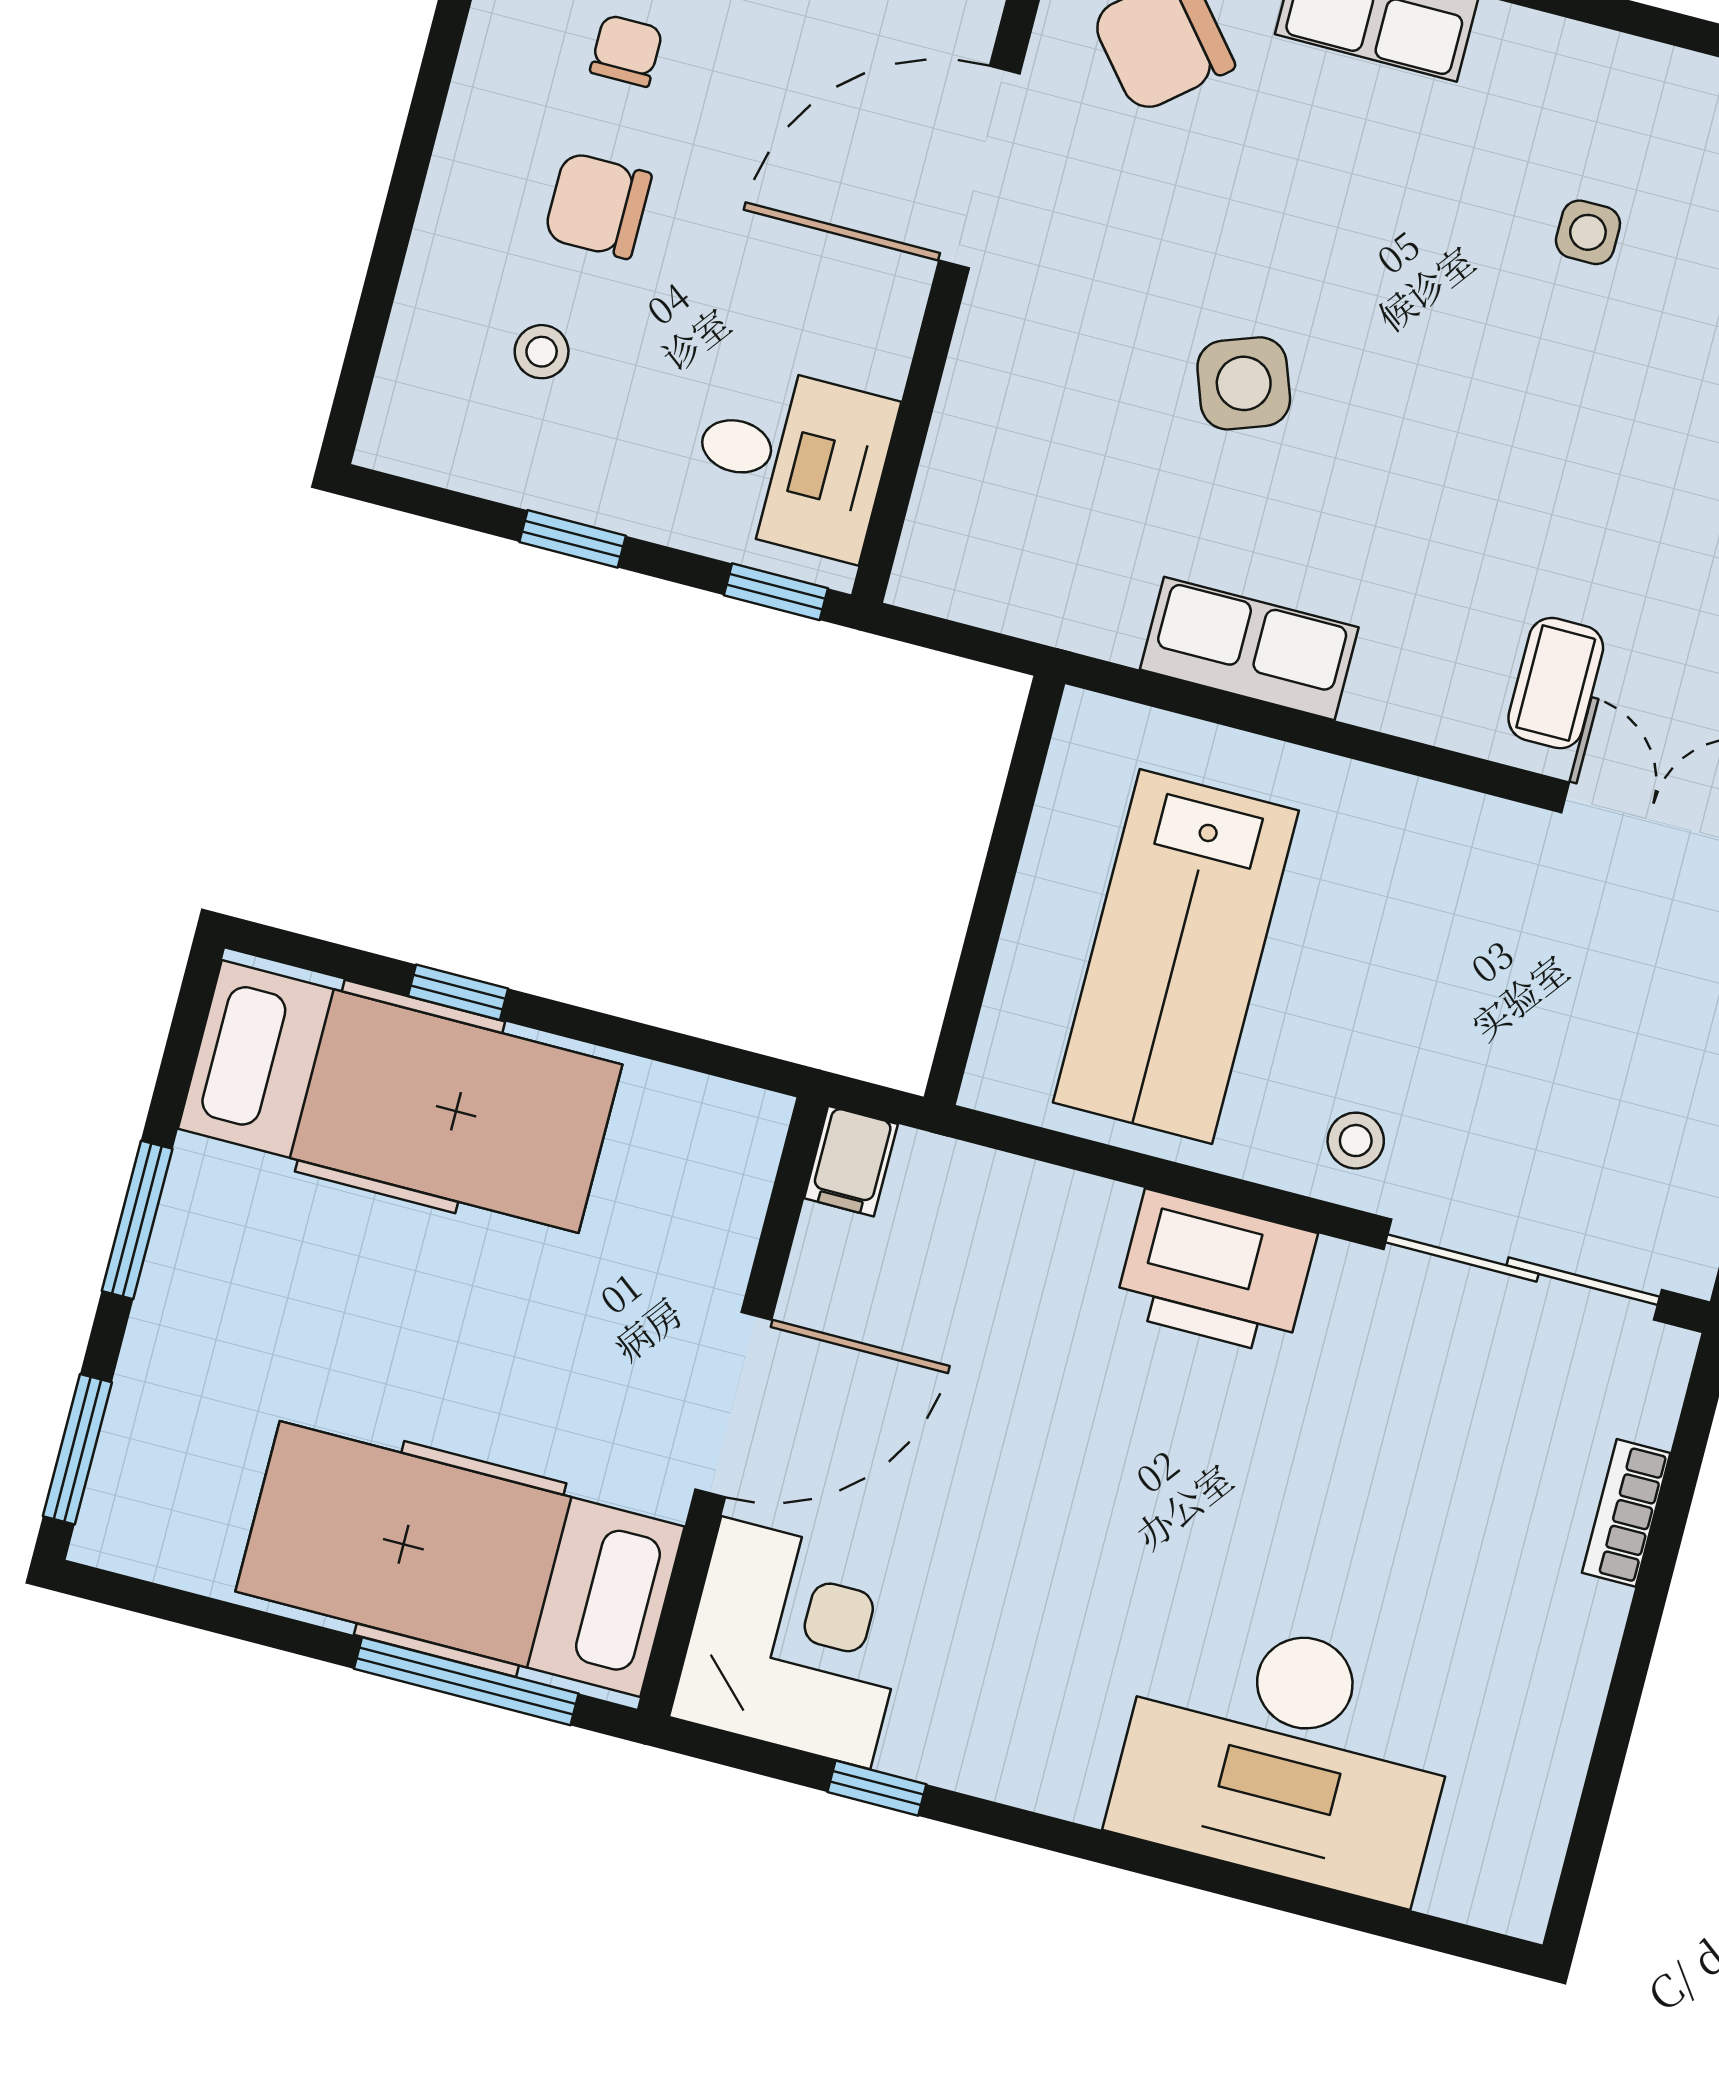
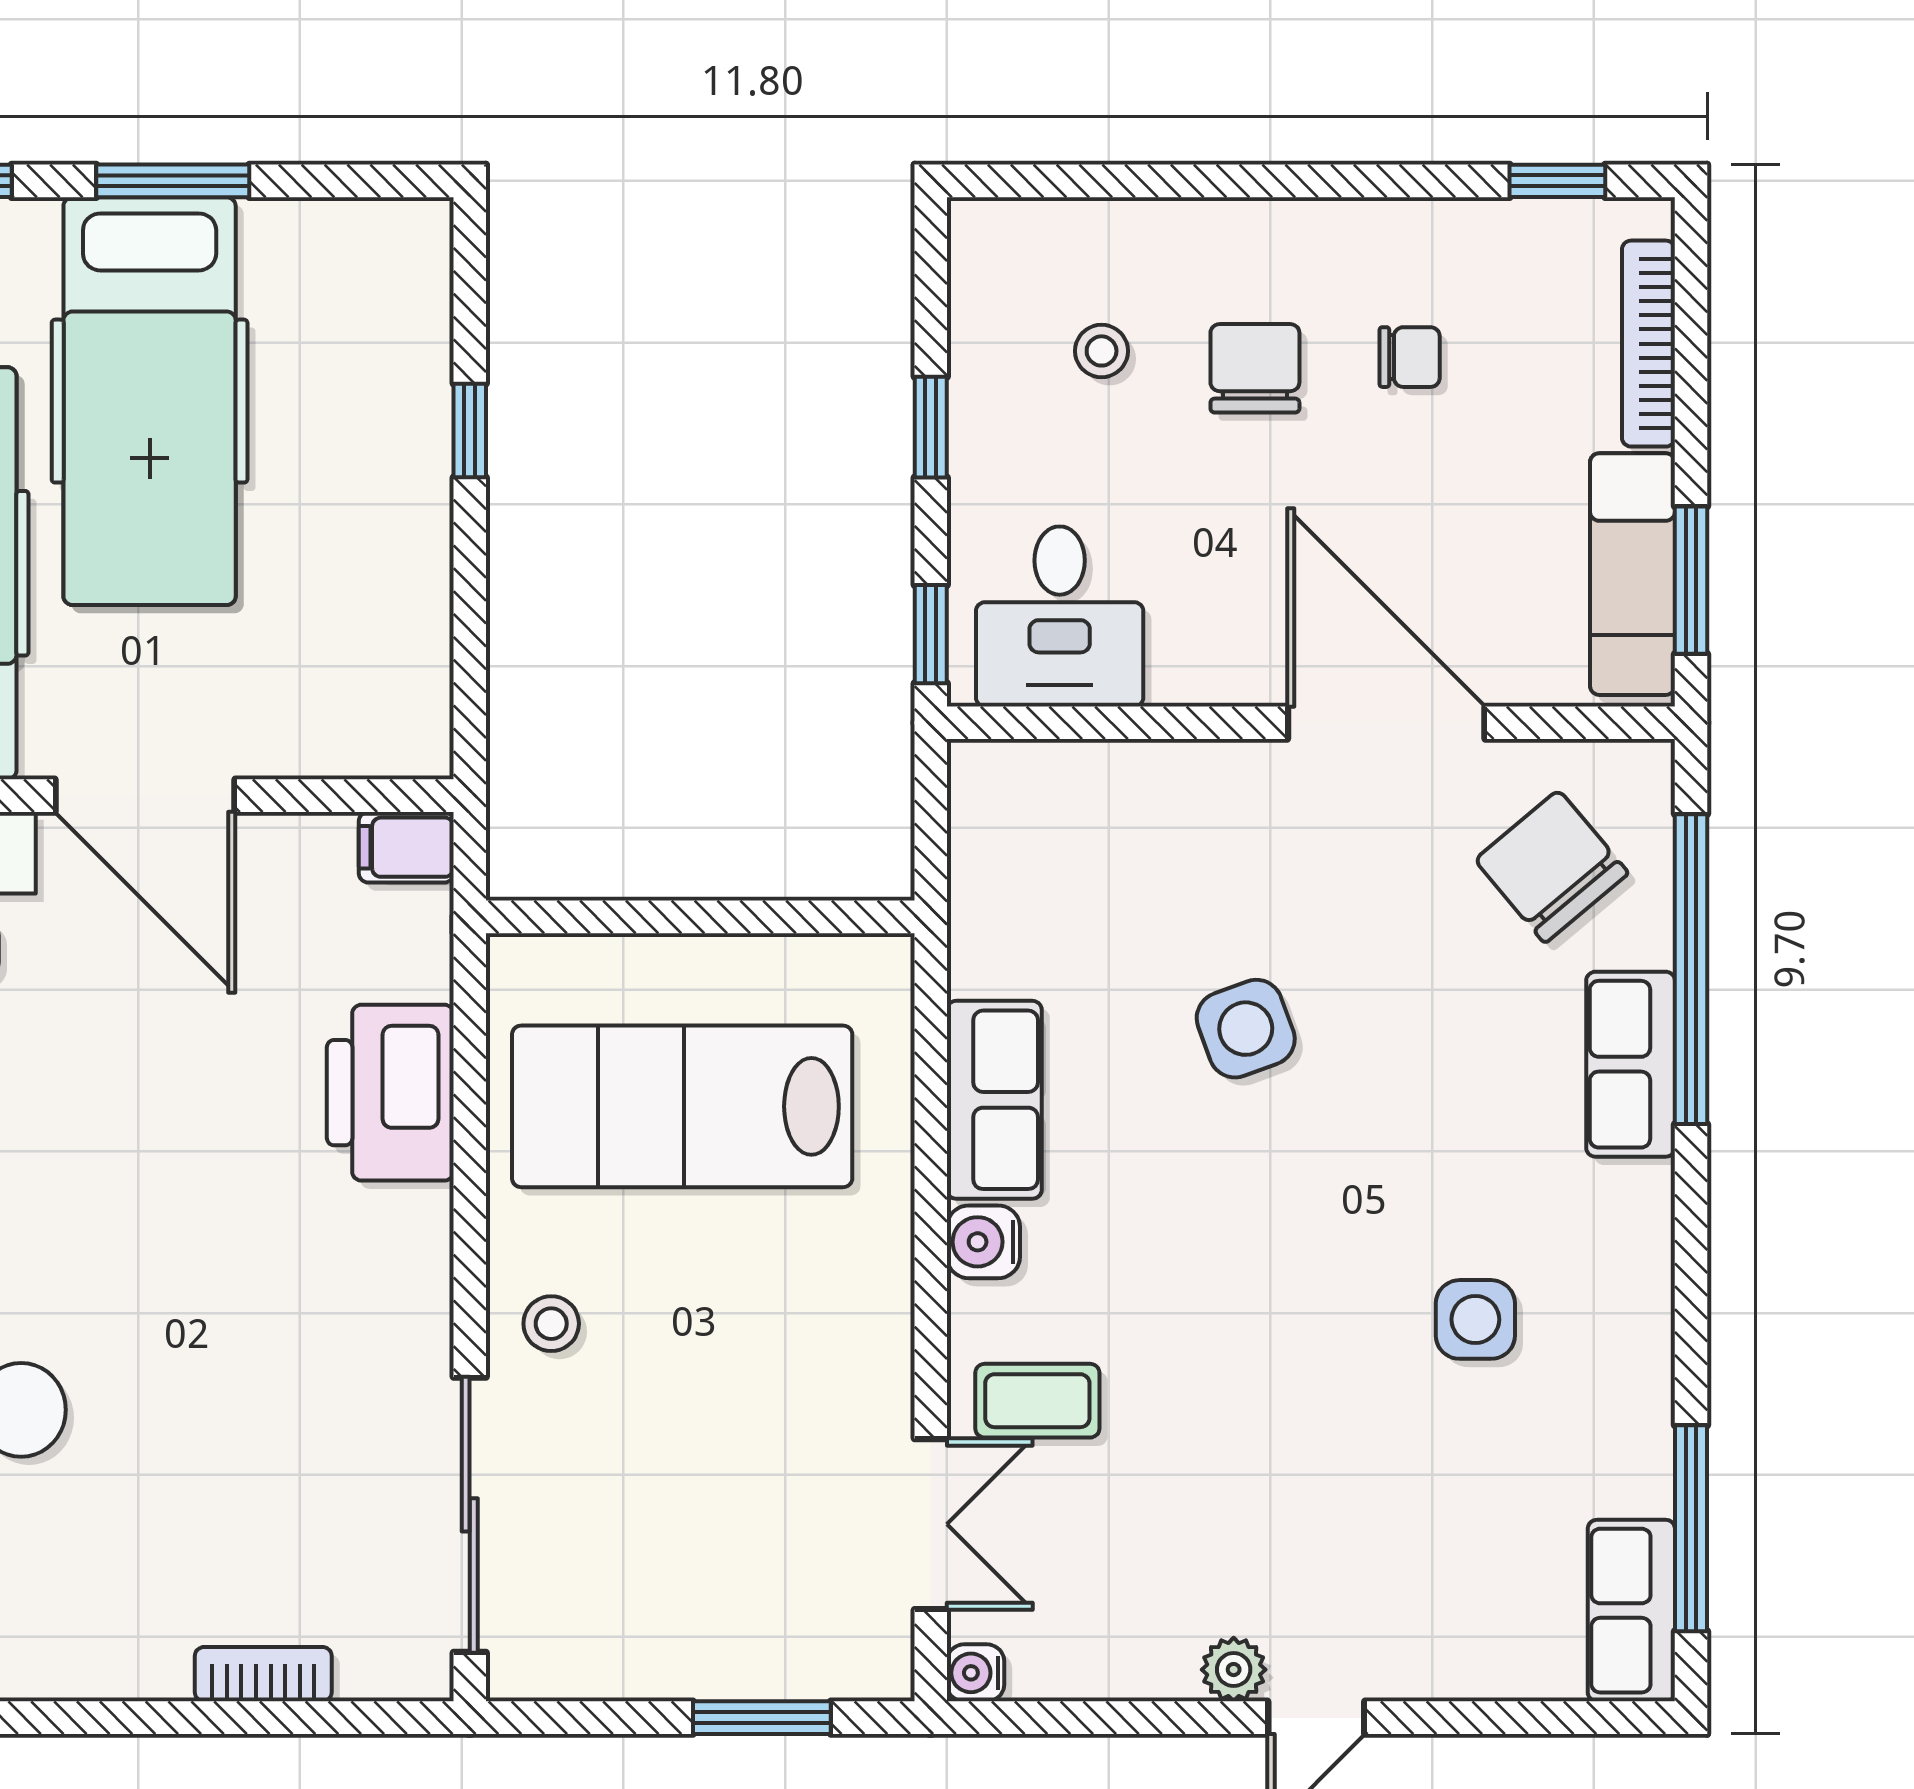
side table: (1588, 232) -> (1475, 1319), width x1.37, depth x1.37
water cooler: (1386, 695) -> (983, 1242), added
hospital bed: (400, 1097) -> (150, 401), moved
printer: (1215, 1273) -> (390, 1093), moved

